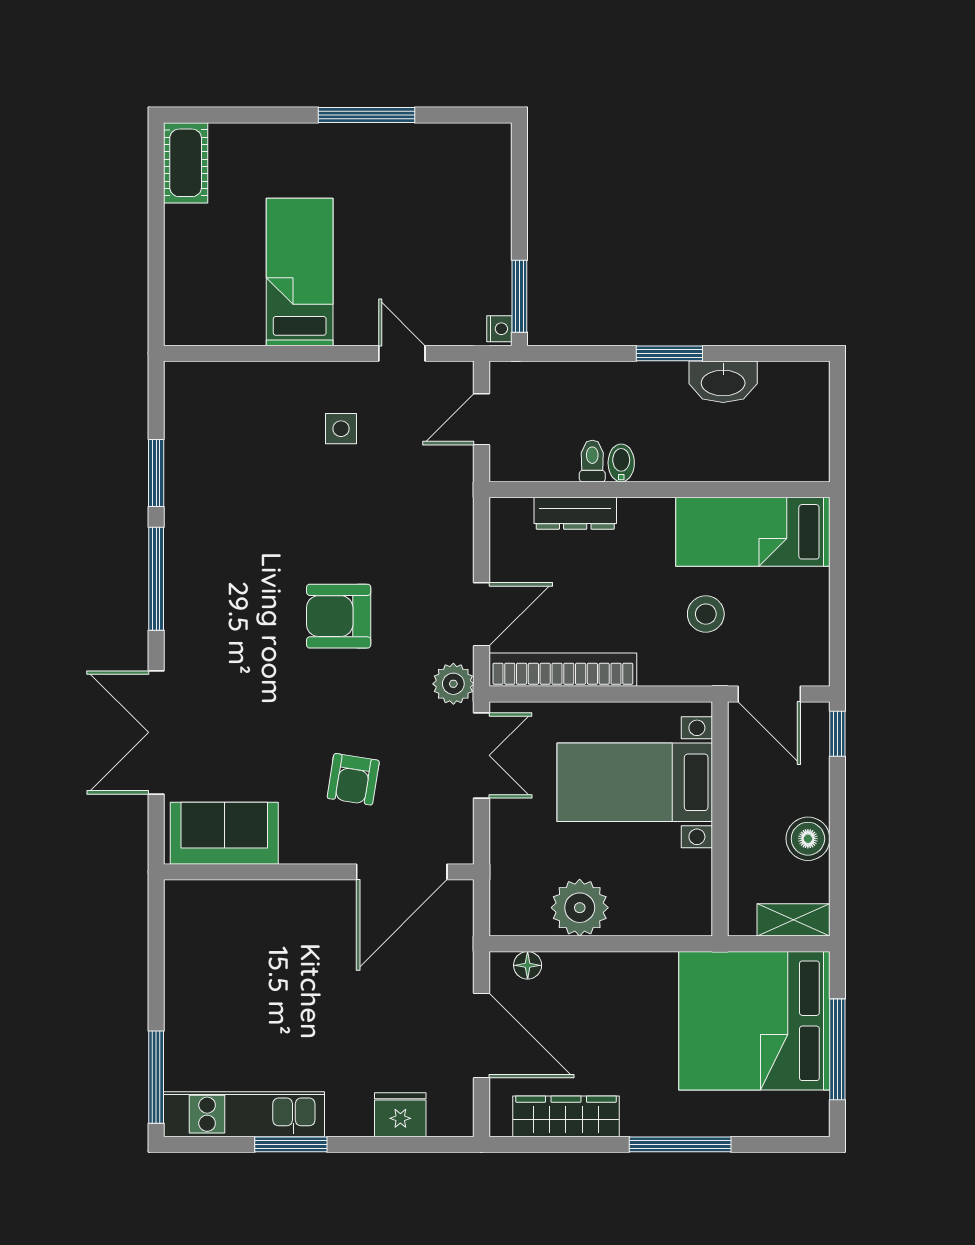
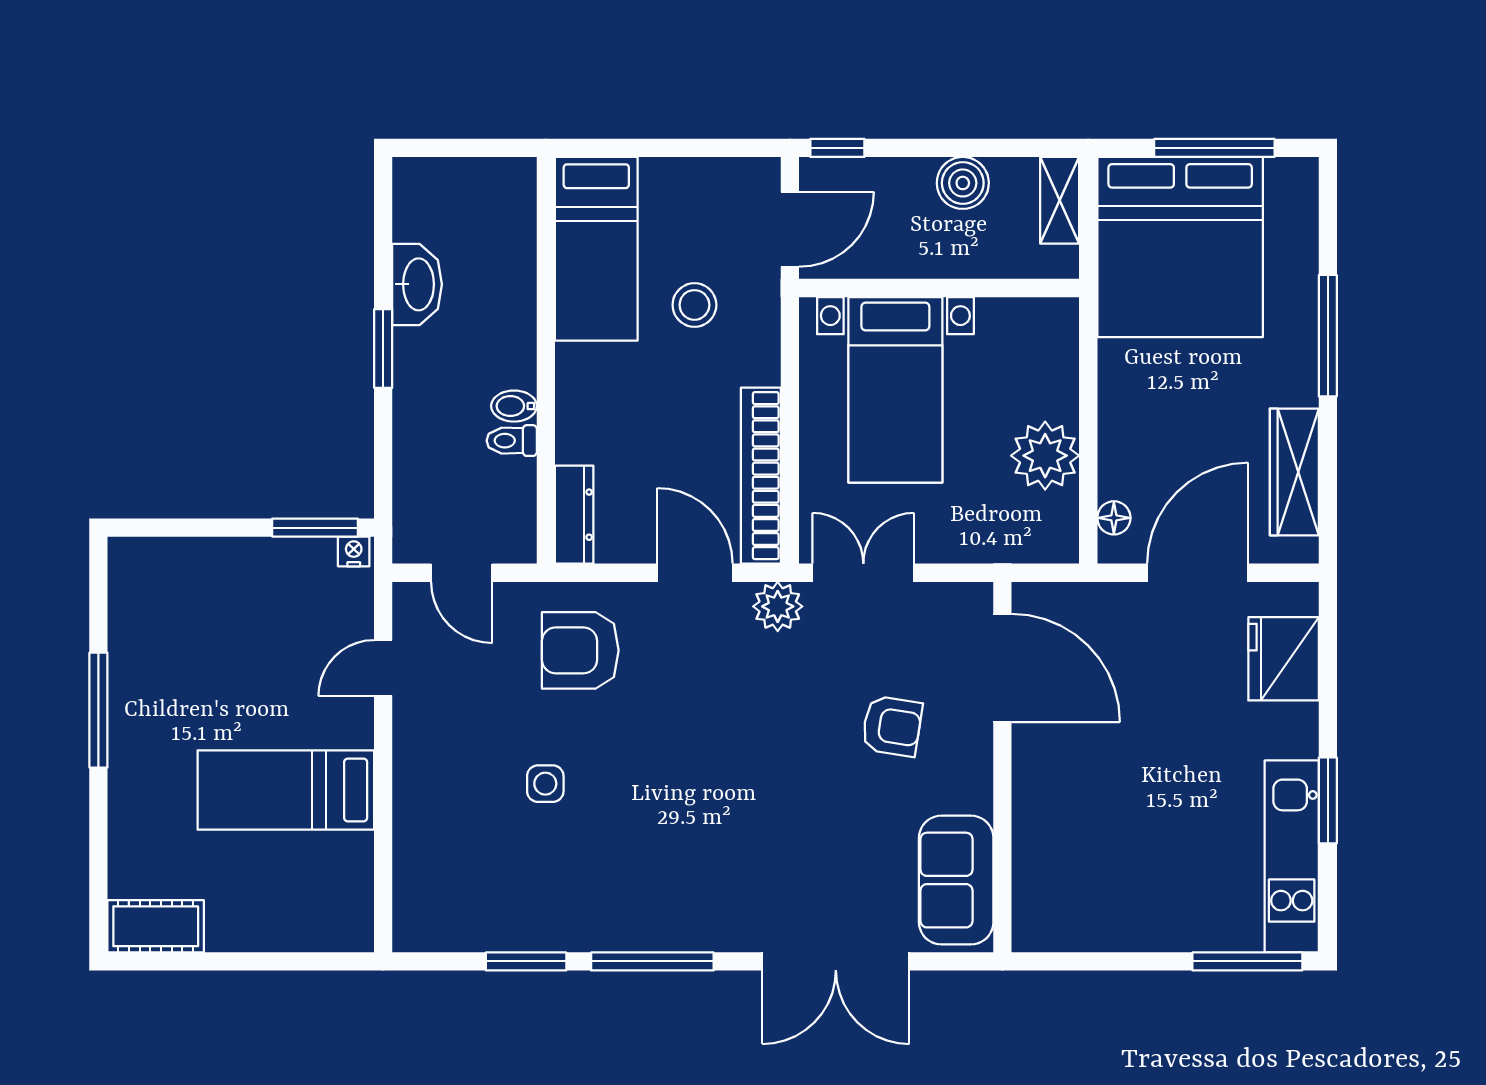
side table: (341, 429) -> (545, 784), moved
dresser: (575, 513) -> (574, 515), moved
armchair: (339, 616) -> (580, 650), moved, turned 90
fridge: (400, 1115) -> (1284, 659), width x1.36, depth x1.34

